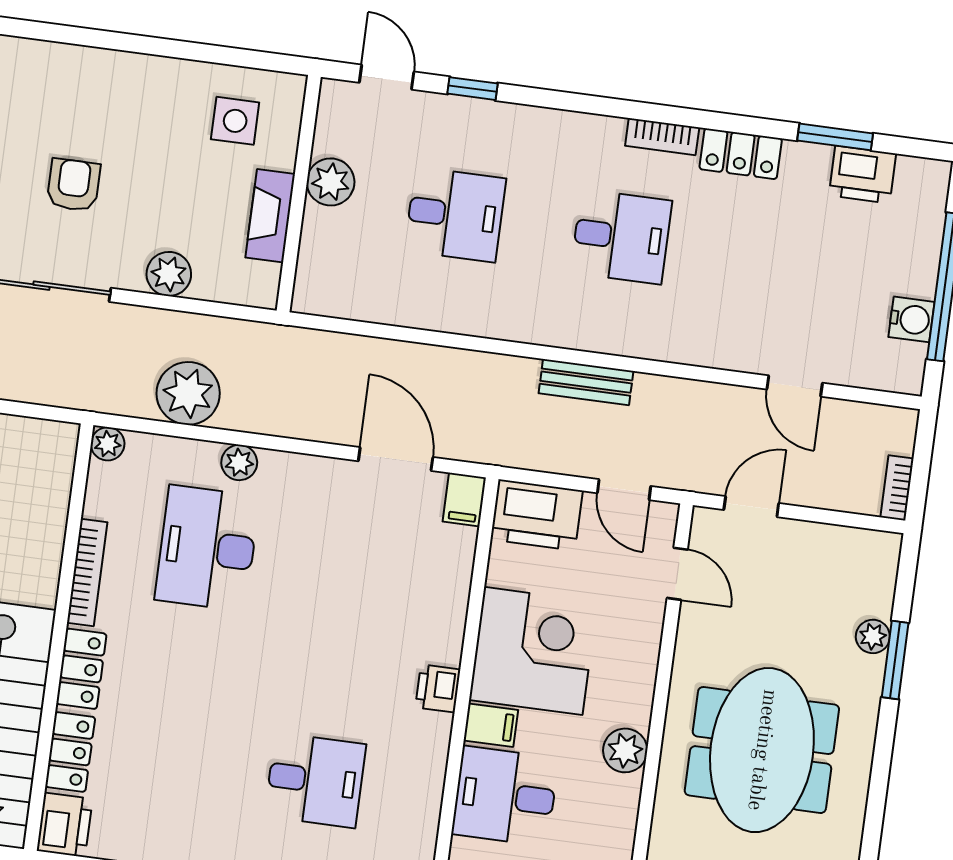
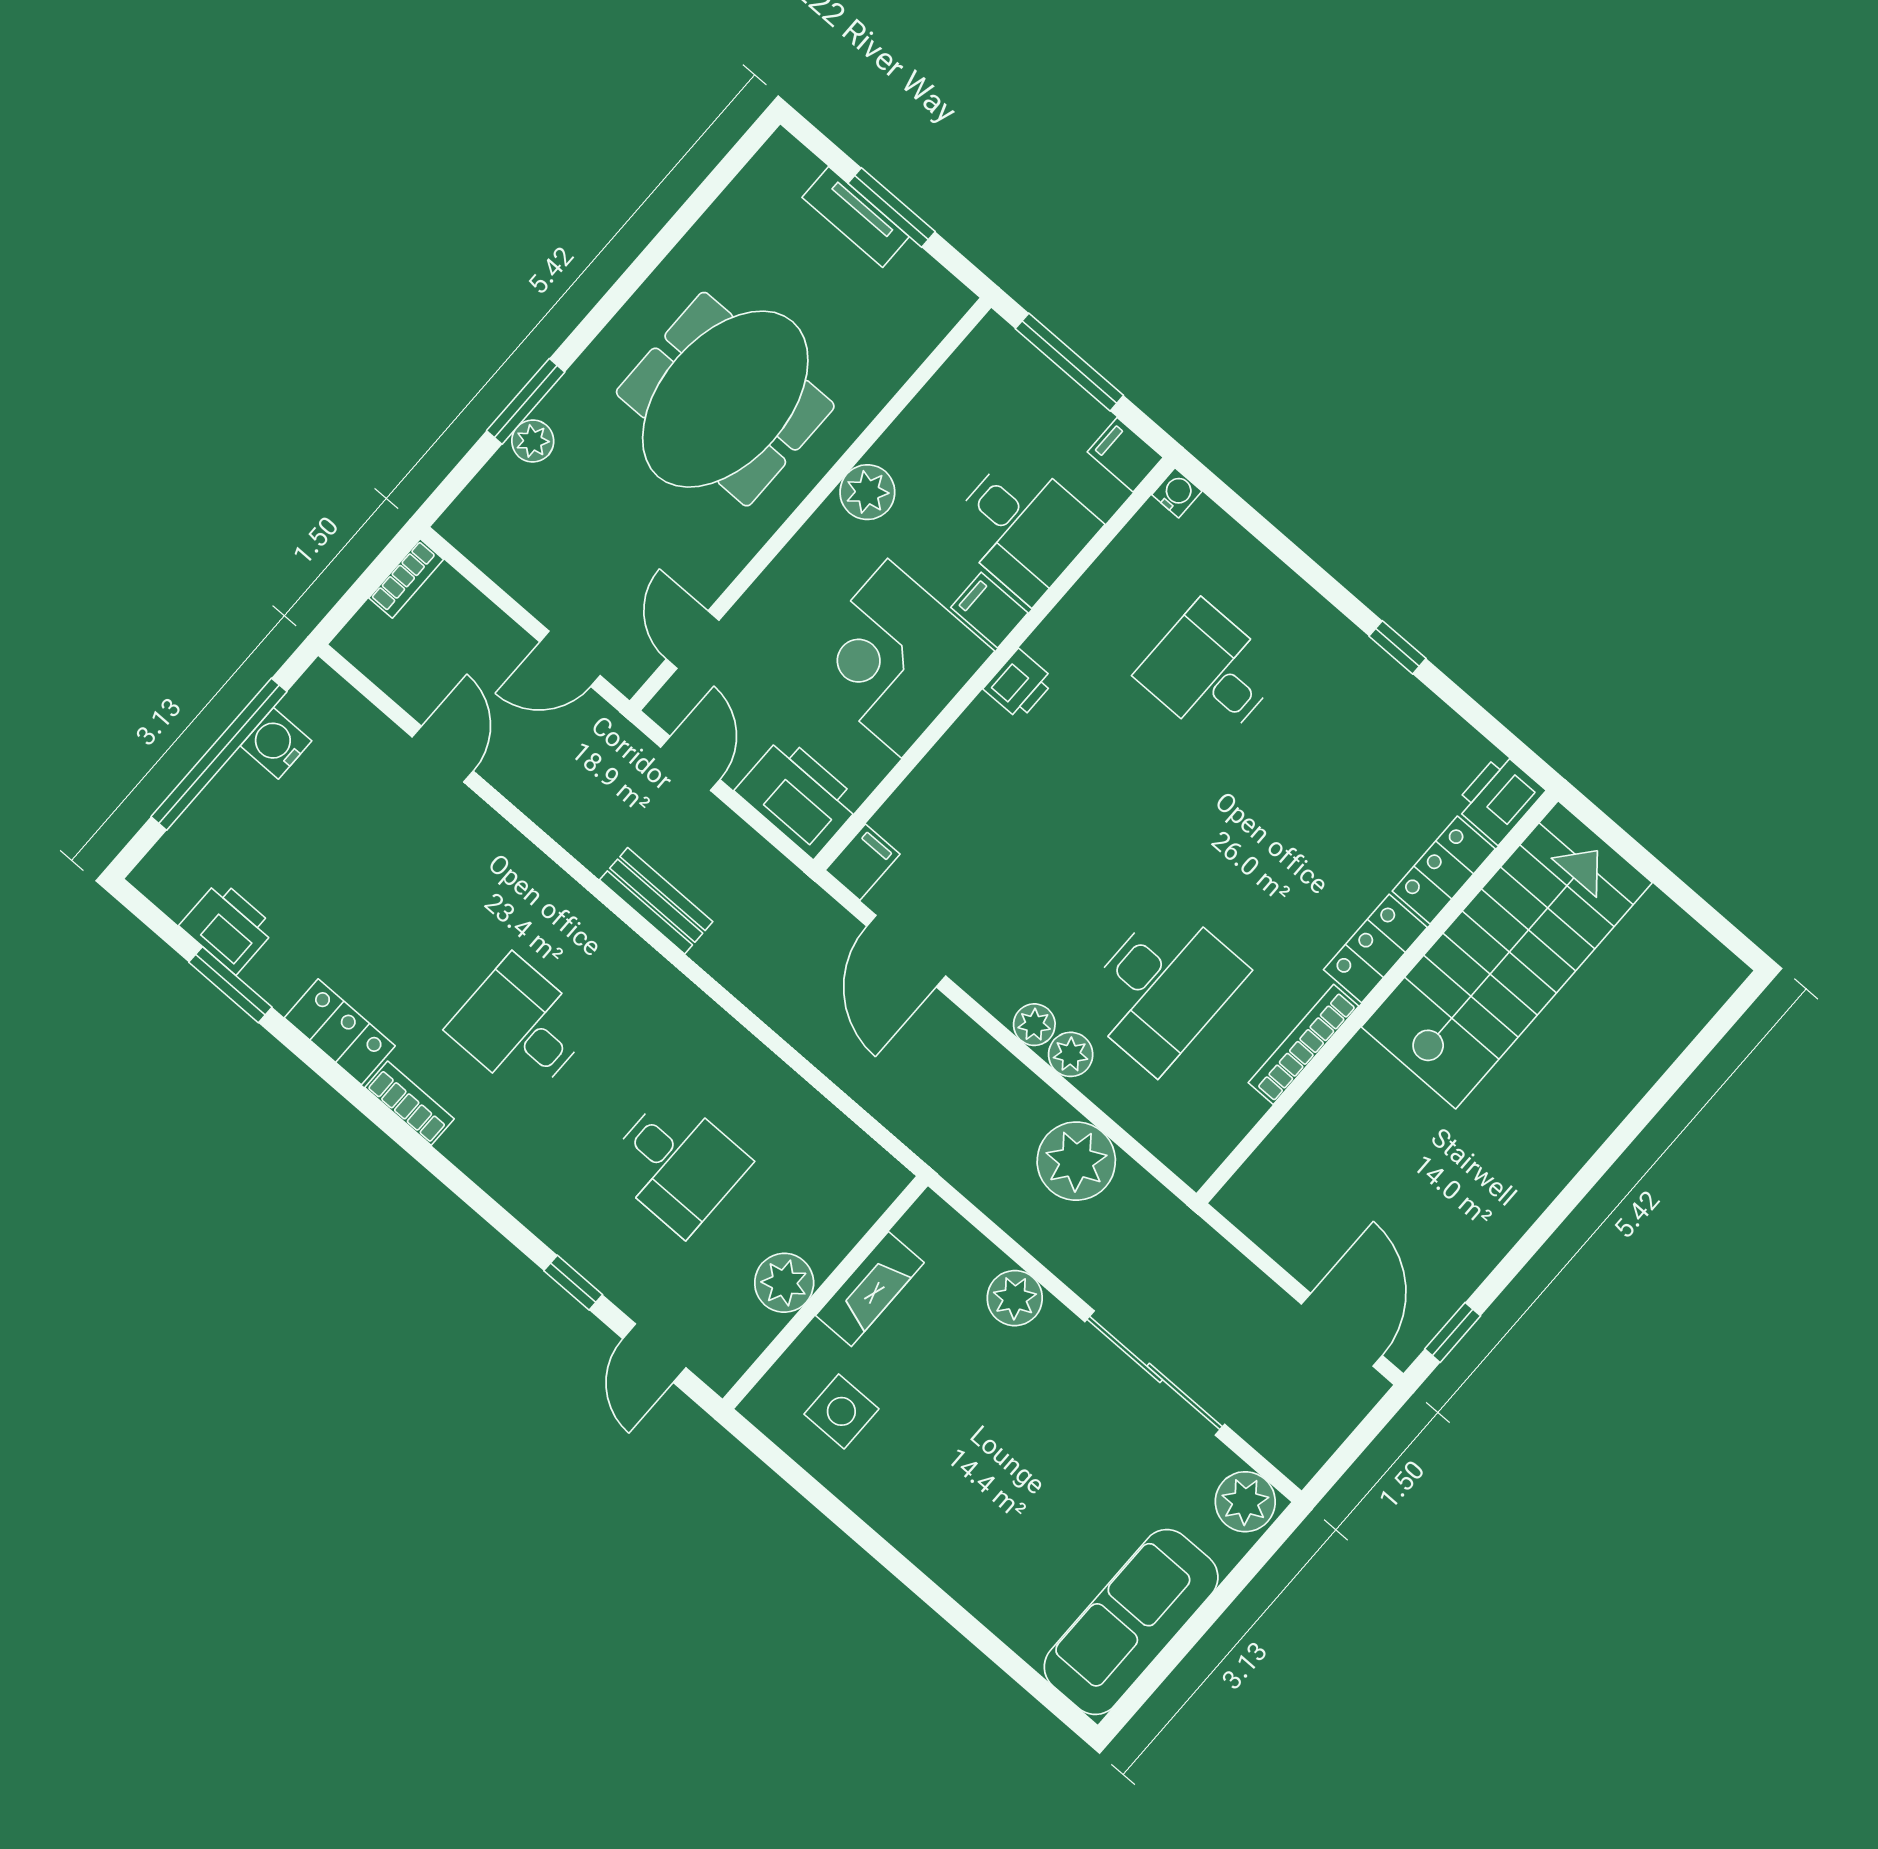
armchair: (74, 185) -> (1053, 1455), removed
desk: (455, 215) -> (677, 1164), turned 180
plant: (108, 444) -> (1034, 1025), moved

